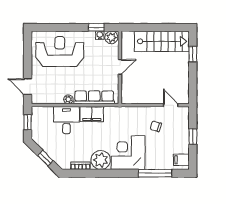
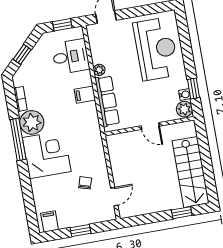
filing cabinet: (92, 114) -> (85, 95), width x0.50
desk: (66, 120) -> (71, 57), moved
window: (155, 173) -> (18, 139), moved

